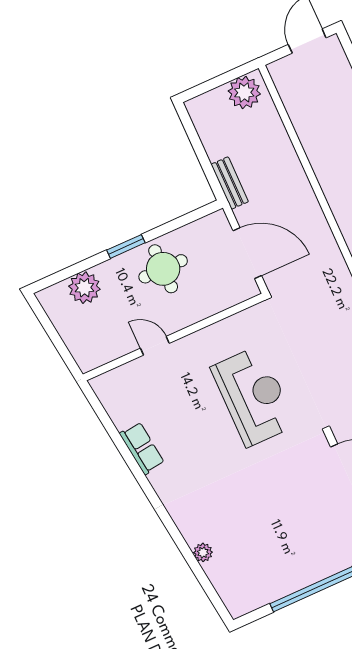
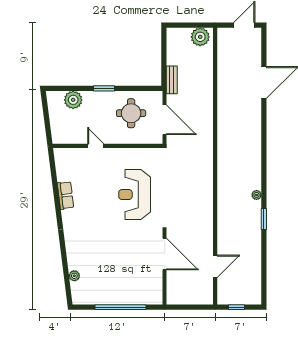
round table: (163, 269) -> (131, 113), moved
reception desk: (253, 396) -> (135, 195), turned 180
plant: (203, 552) -> (74, 276), moved

